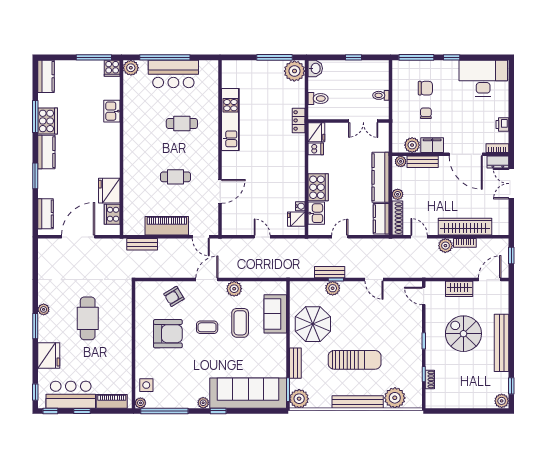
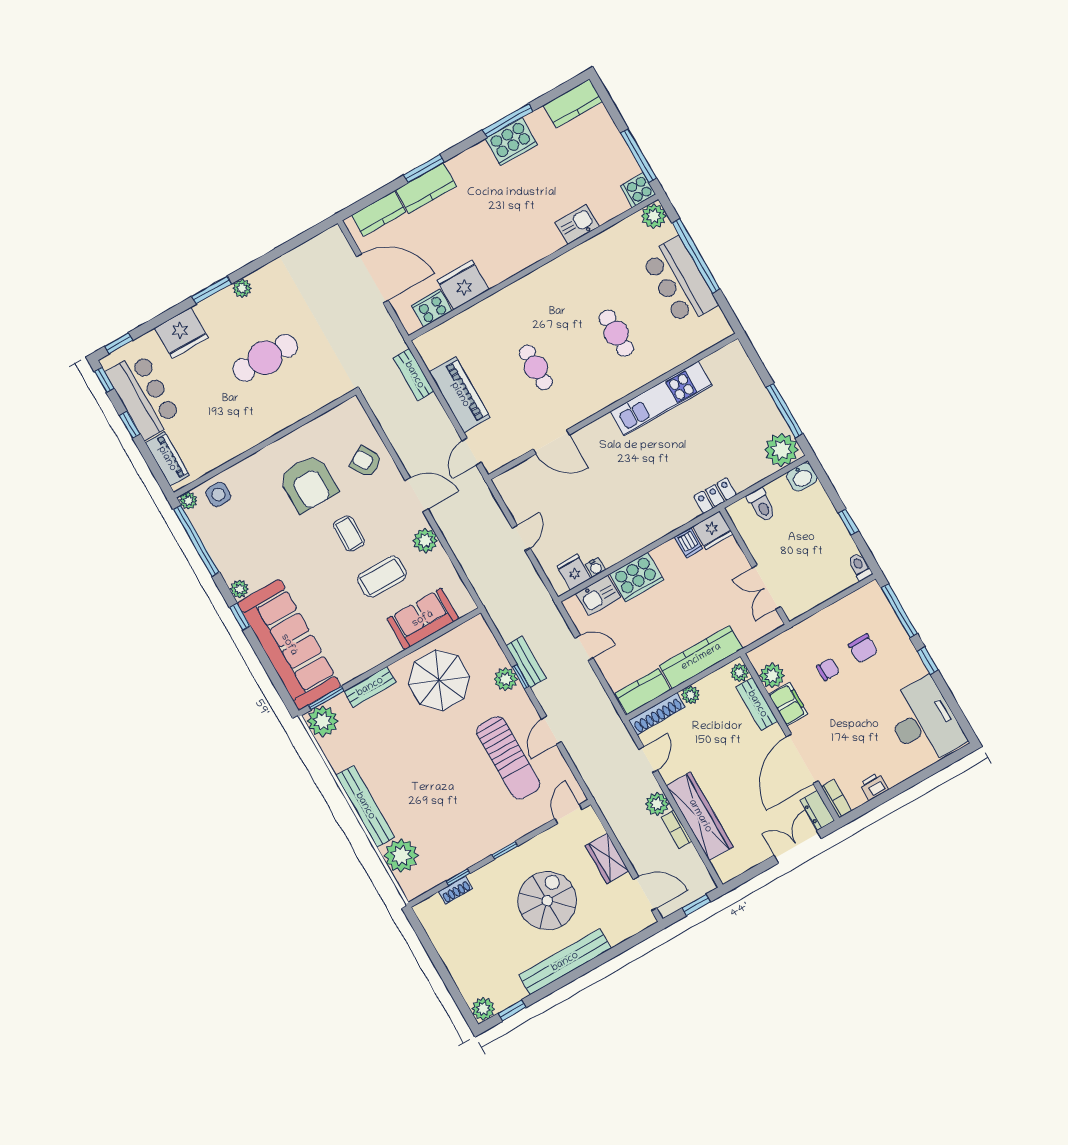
toilet: (381, 95) -> (860, 567), moved
kitchen counter: (46, 152) -> (426, 188), moved
sun lounger: (355, 360) -> (508, 758), moved

